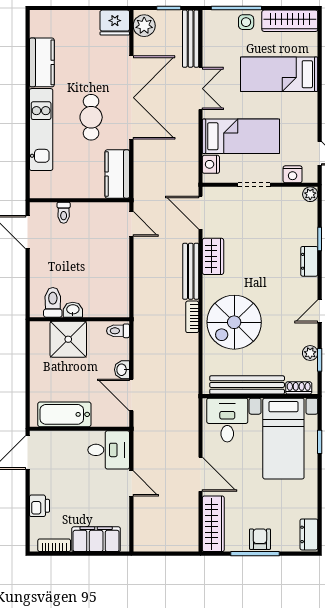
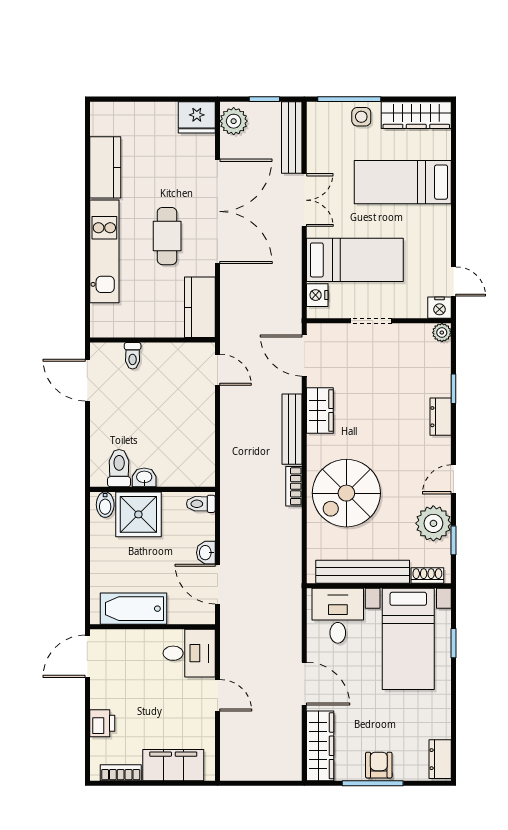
nightstand: (293, 174) -> (439, 308), moved
bidet: (42, 331) -> (105, 505), added
plant: (310, 353) -> (433, 523), width x1.88, depth x1.88

